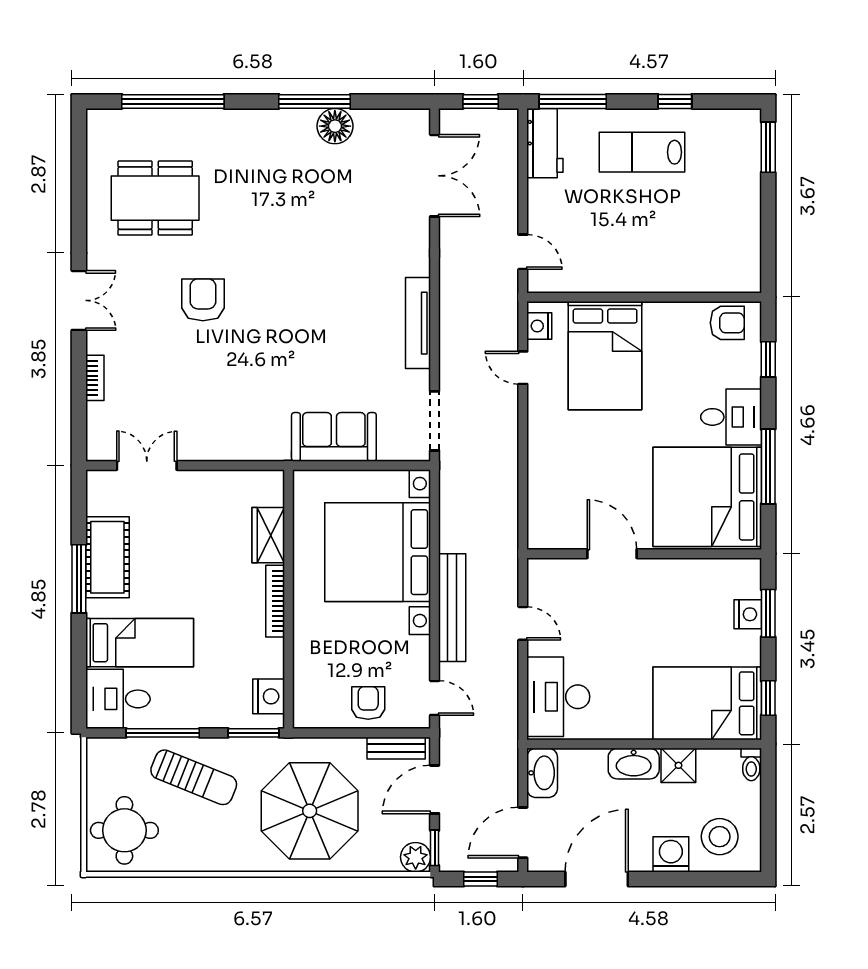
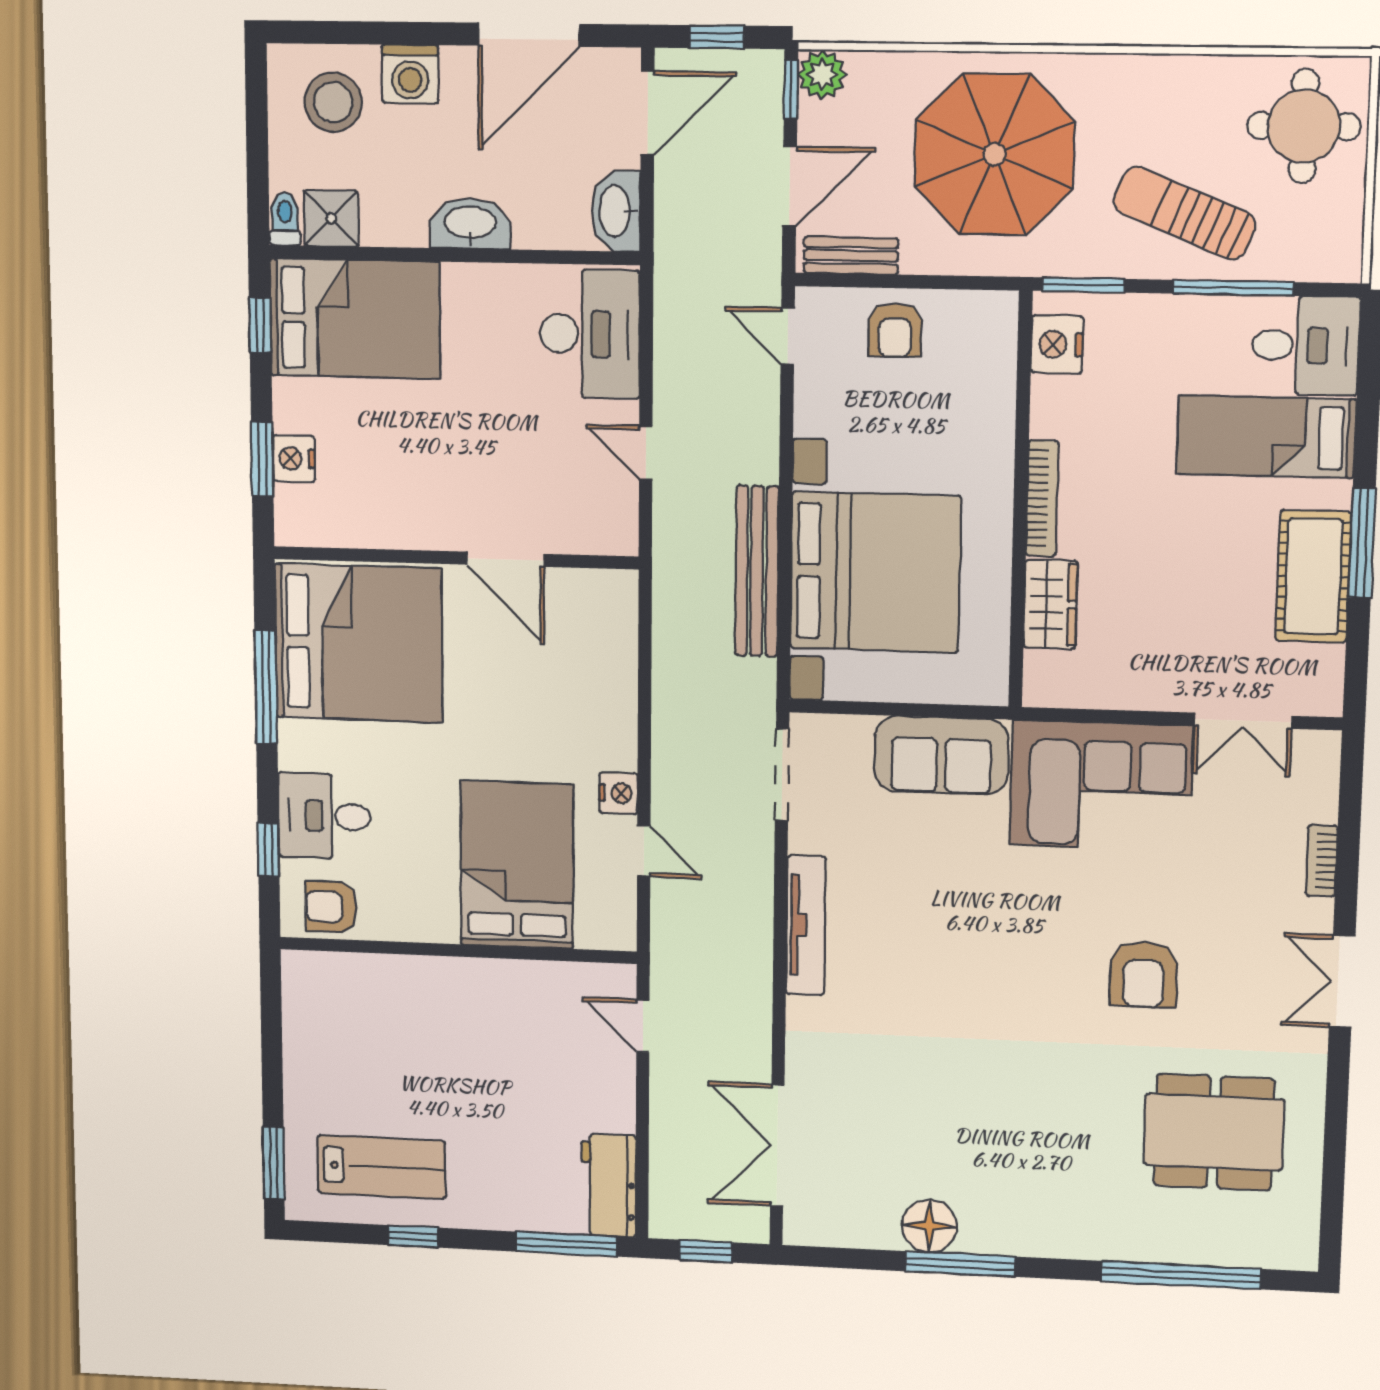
lab bench: (642, 152) -> (381, 1167), moved
nightstand: (539, 326) -> (619, 793), moved
desk: (731, 417) -> (324, 816), moved
corner sofa: (233, 421) -> (1101, 785), added
bench: (452, 608) -> (757, 571), moved
shower: (678, 765) -> (331, 218), moved

